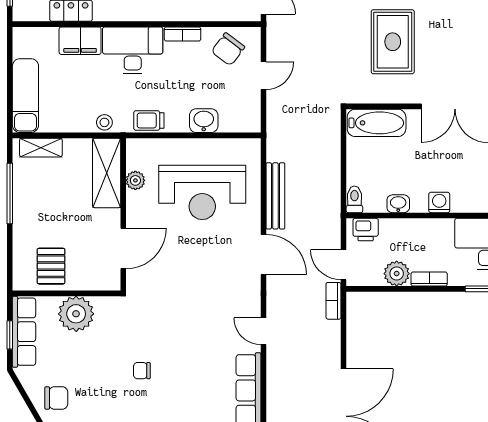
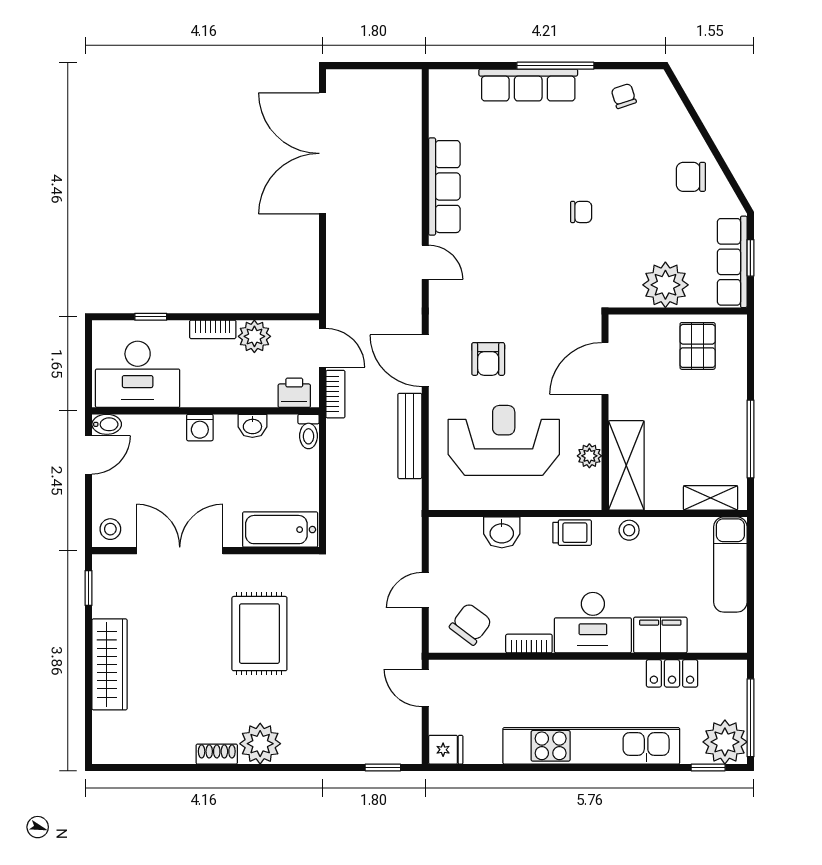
armchair: (214, 256) -> (488, 359), added
bookcase: (333, 301) -> (335, 394), moved

